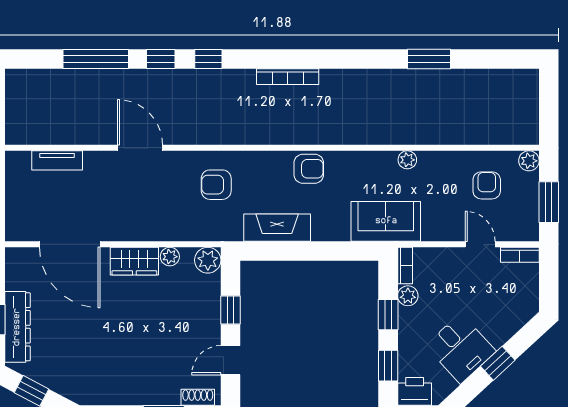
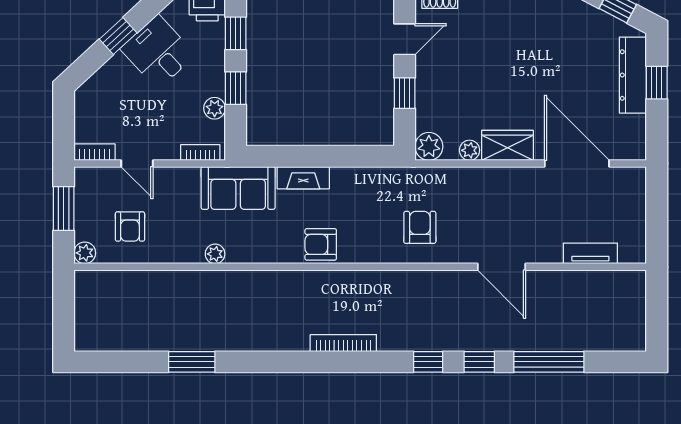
armchair: (216, 185) -> (420, 227), turned -90
fireplace: (277, 228) -> (303, 178), moved, width x0.73, depth x0.76
bookcase: (405, 265) -> (200, 153), moved, turned 90

